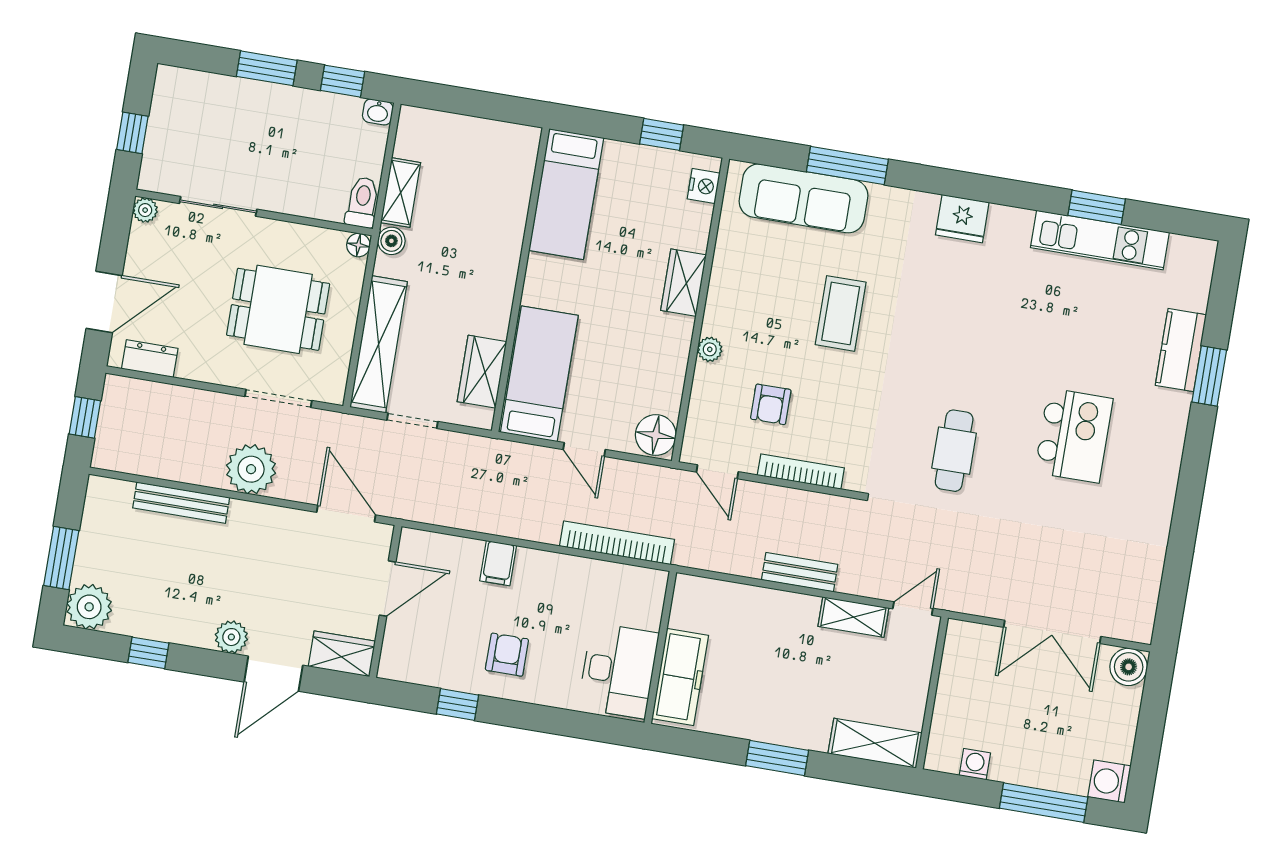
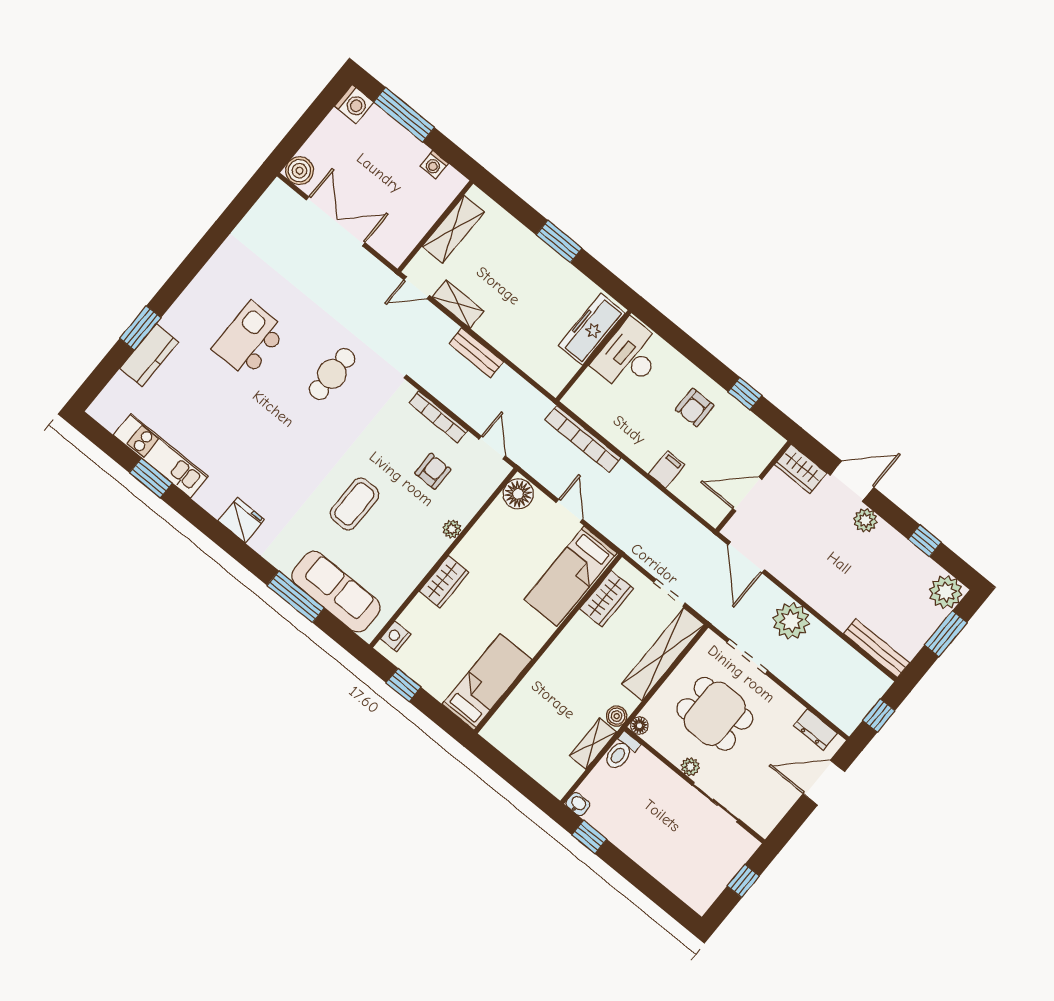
window: (267, 68) -> (633, 873), removed
plant: (145, 210) -> (690, 767), moved
bench: (181, 503) -> (877, 648), moved
shelving: (875, 743) -> (453, 229), moved, turned 90

